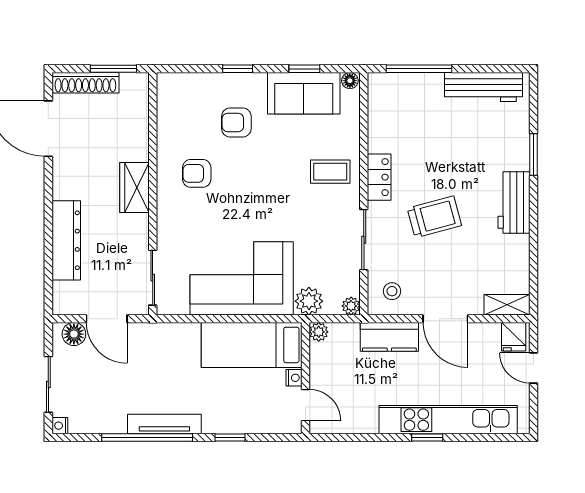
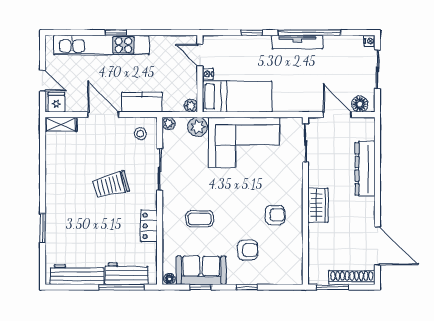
coffee table: (330, 172) -> (200, 219), moved
locker: (379, 177) -> (149, 226), moved
workbench: (514, 202) -> (127, 274), moved, turned -90

